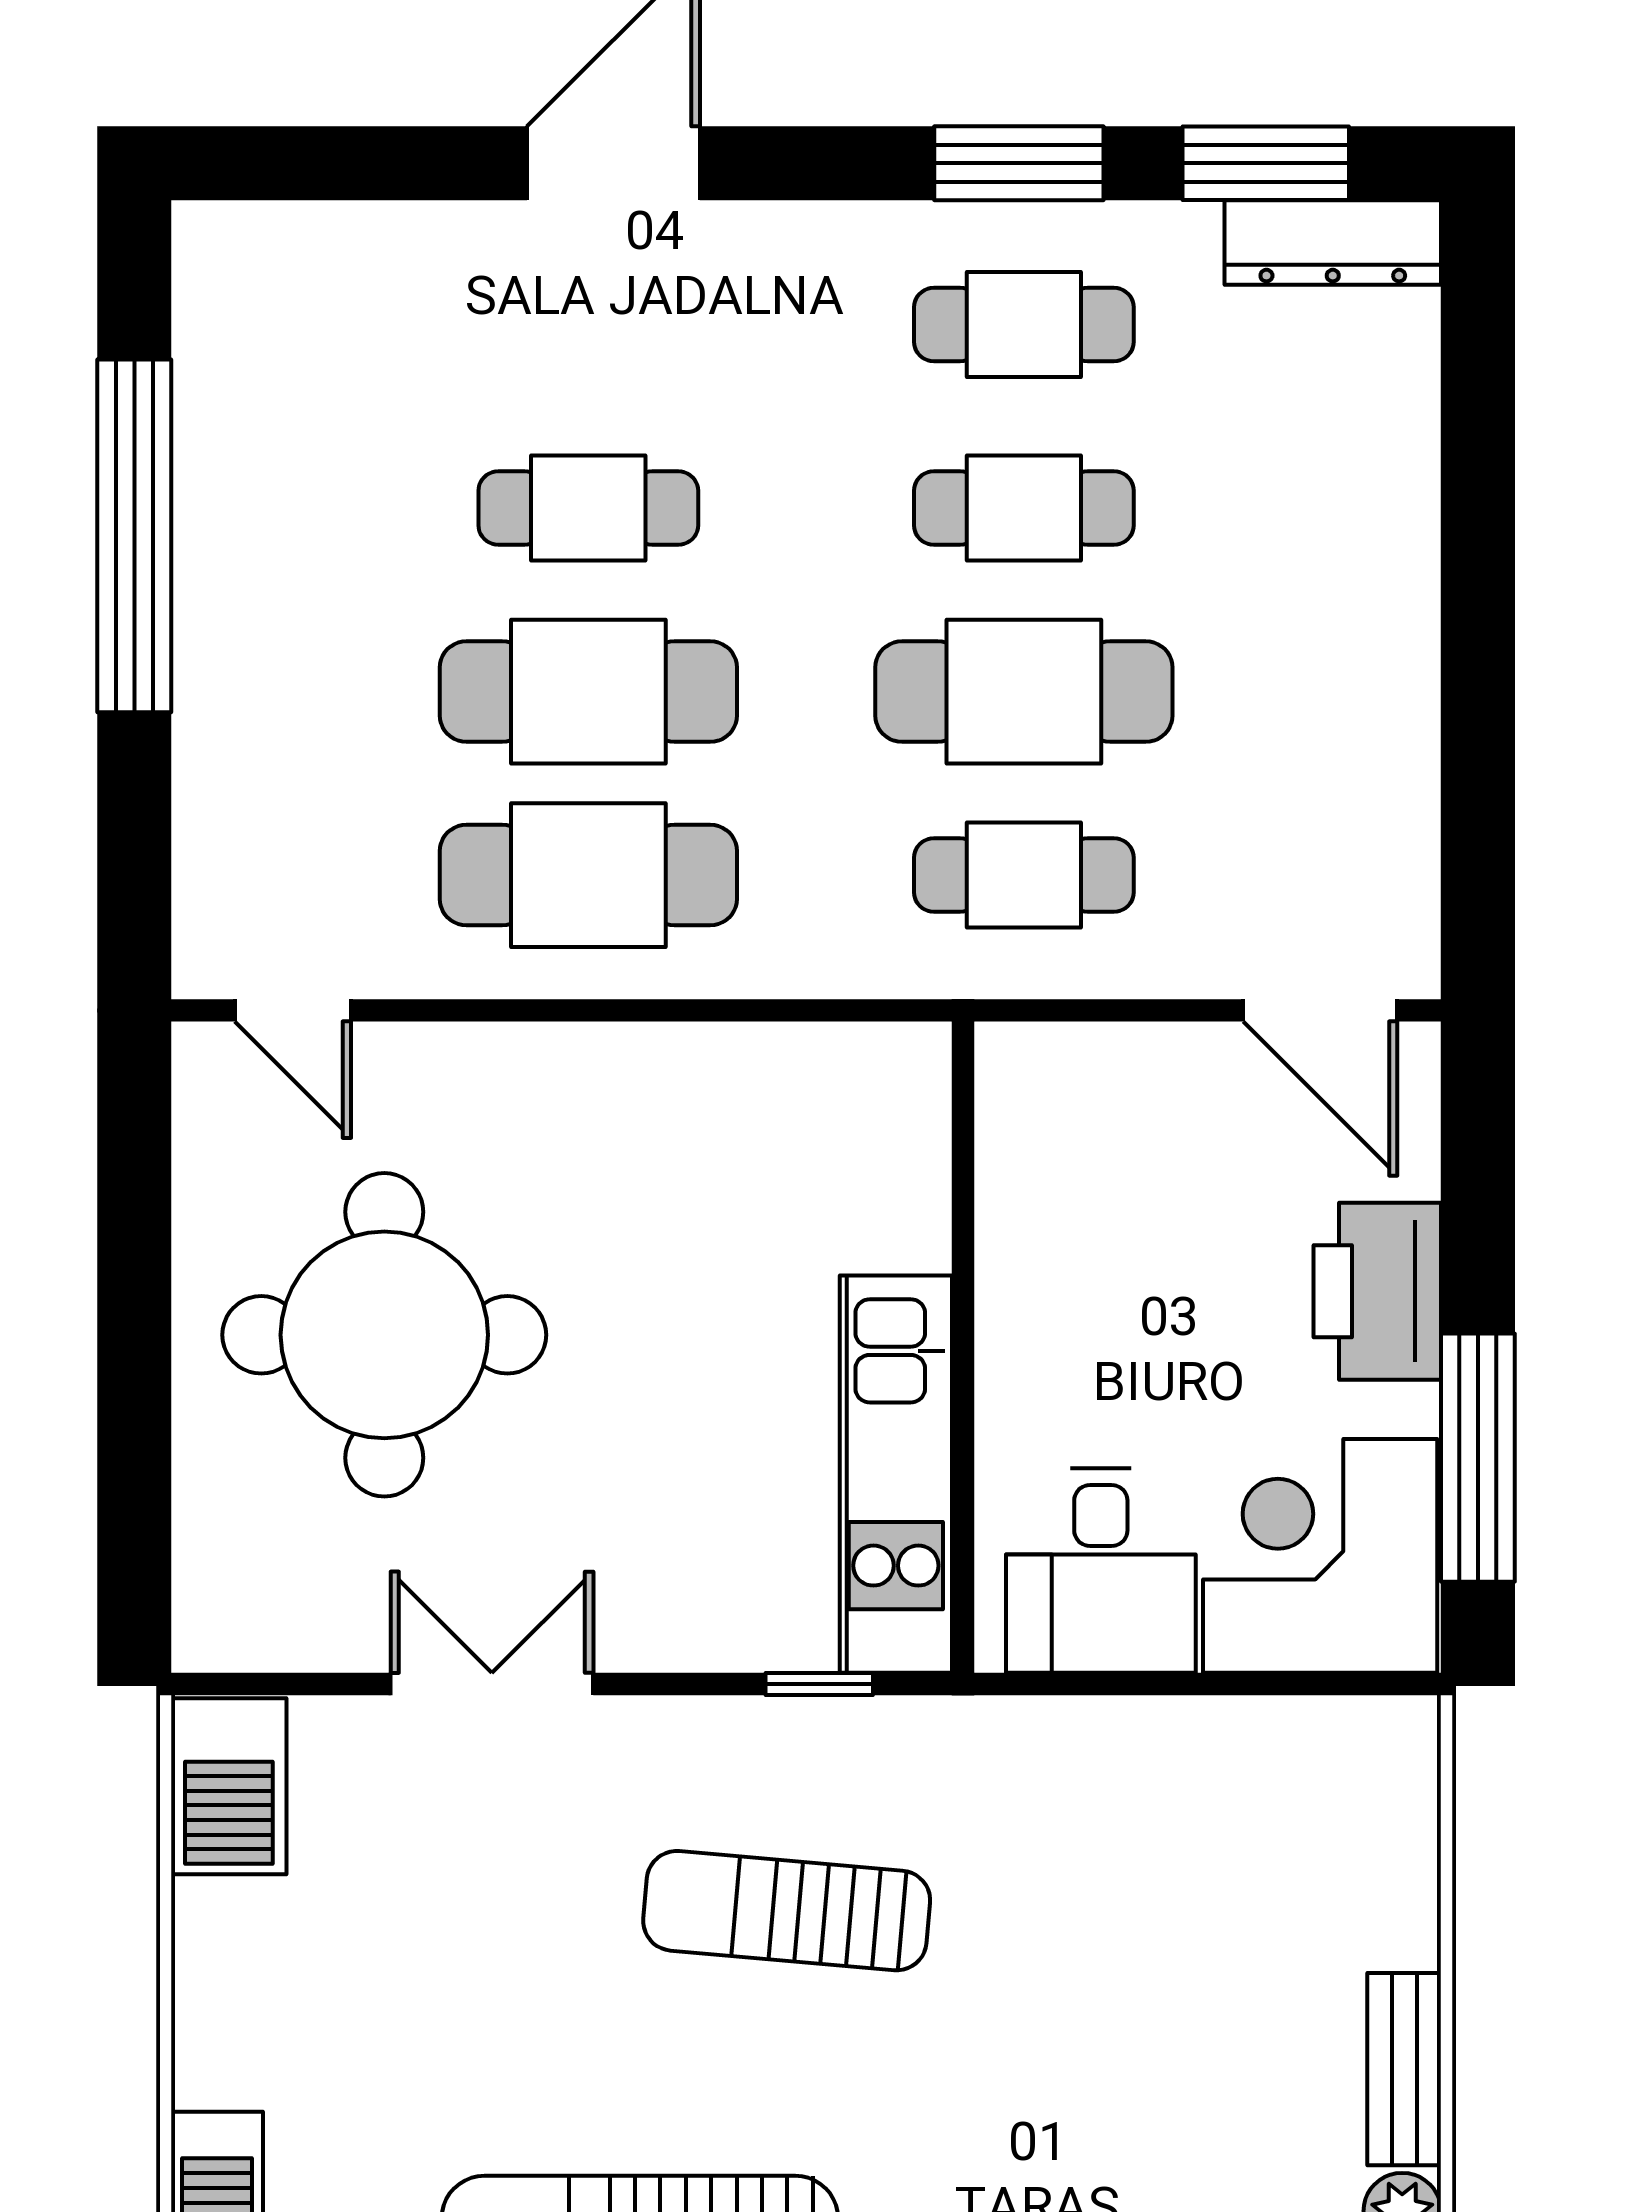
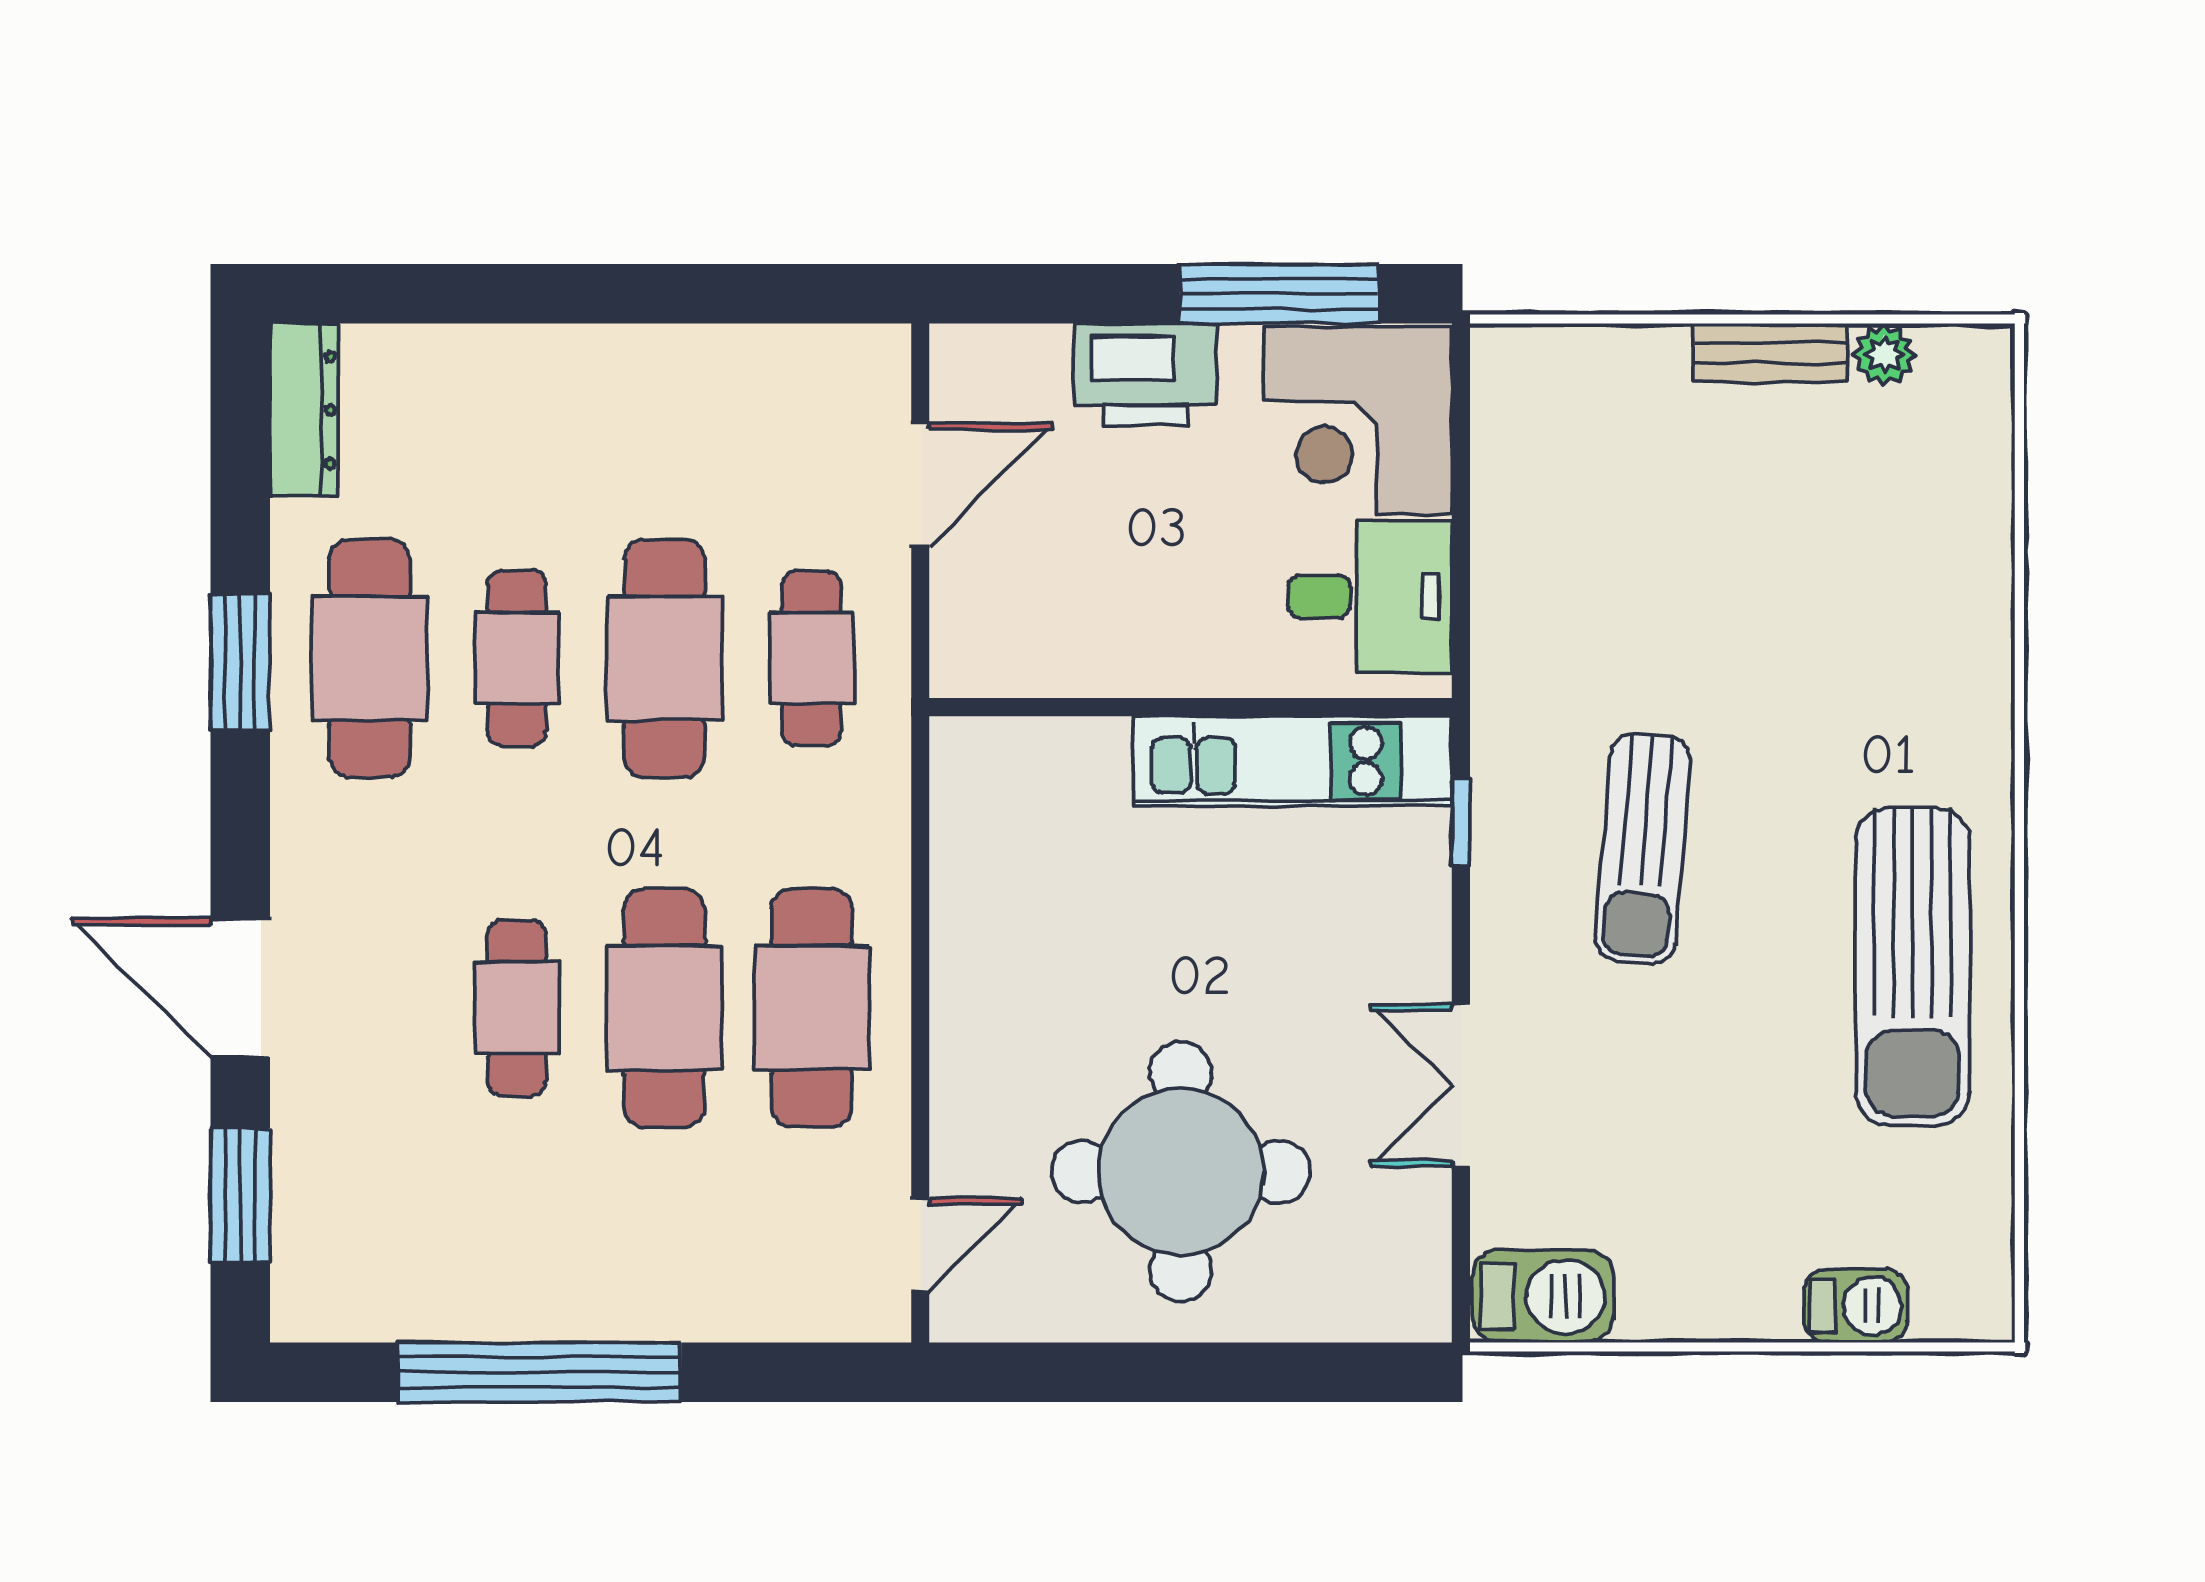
window: (1266, 163) -> (240, 1195), moved
cafe table: (1024, 325) -> (370, 658), width x1.37, depth x1.35
door: (1320, 1010) -> (920, 485), moved

